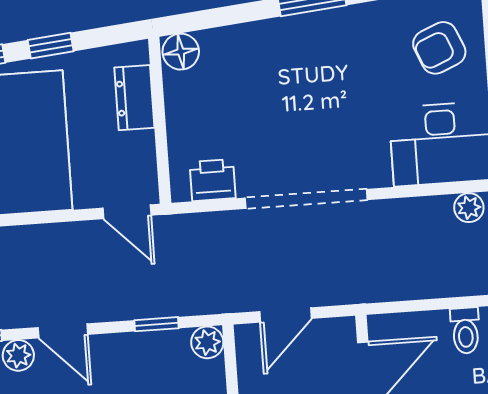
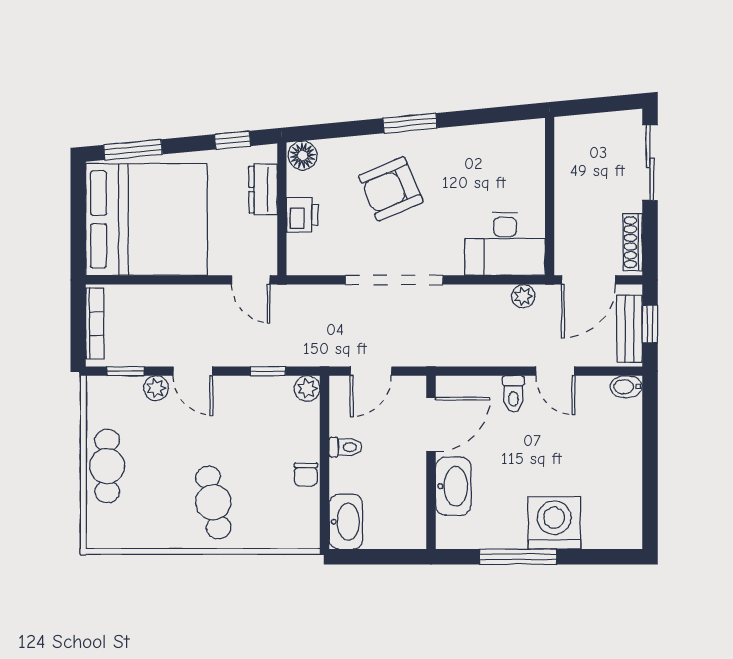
window: (51, 46) -> (233, 140), moved
armchair: (439, 48) -> (391, 189), moved, width x1.38, depth x1.38
printer: (213, 180) -> (302, 215), moved, turned 90

